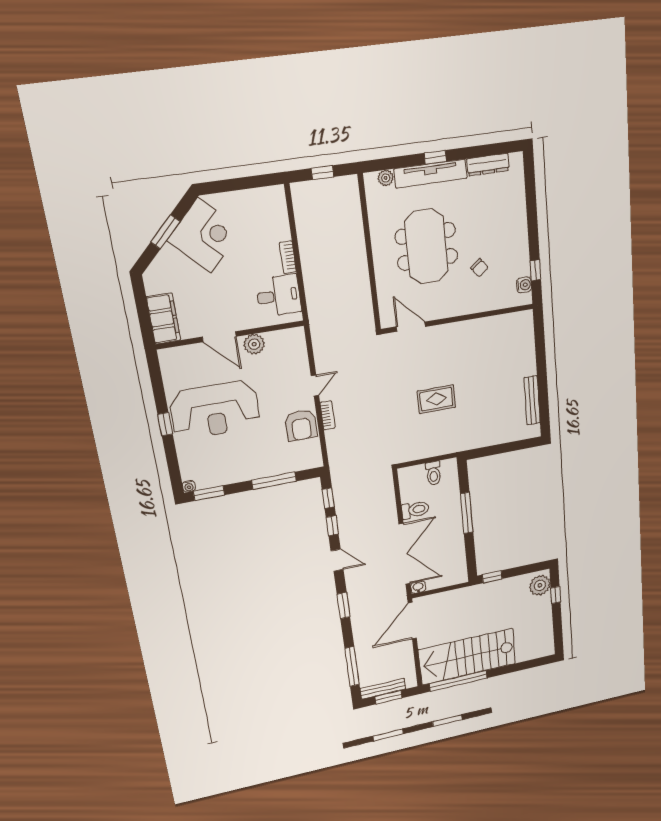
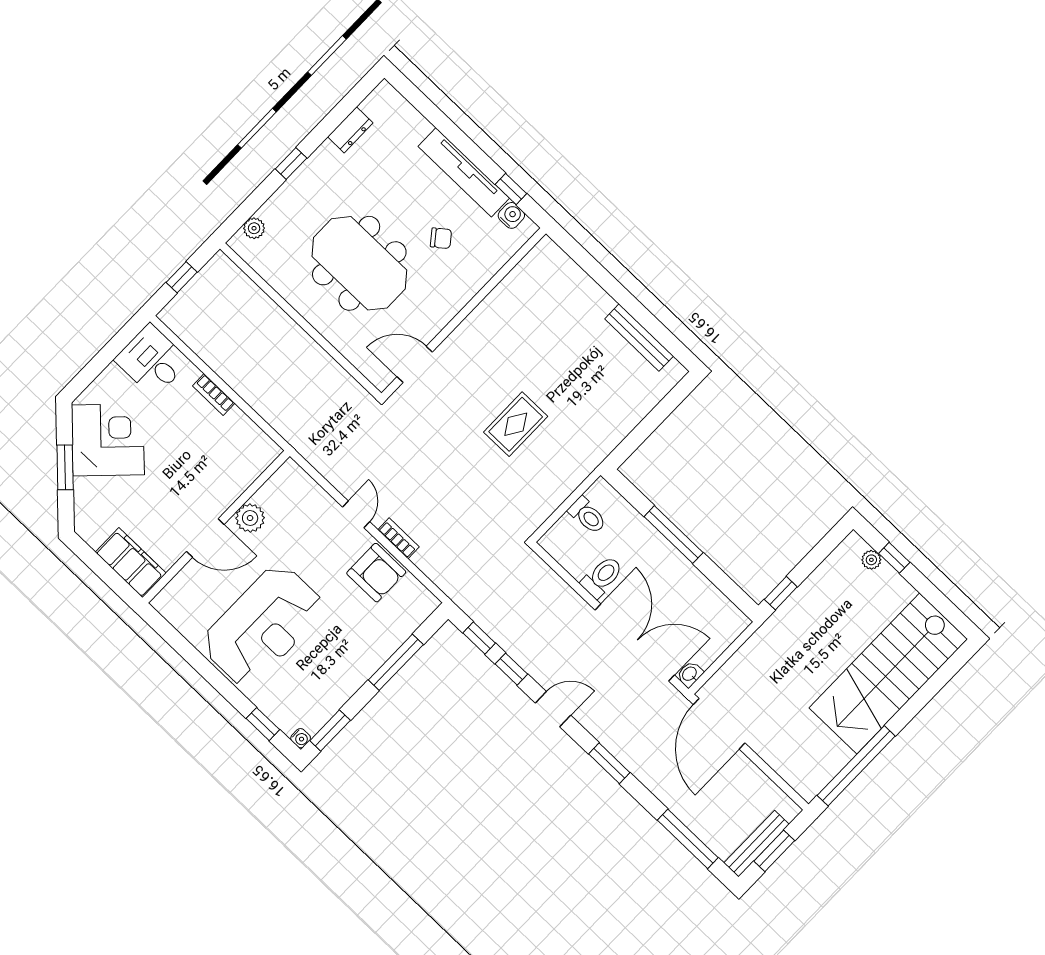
dresser: (488, 165) -> (350, 130), width x0.70
tv unit: (431, 174) -> (464, 172), moved, turned 90
desk: (279, 296) -> (152, 360), moved, turned -90
window: (165, 424) -> (263, 724), moved
plant: (540, 585) -> (871, 560), width x0.53, depth x0.53
stairs: (467, 657) -> (888, 674), moved

